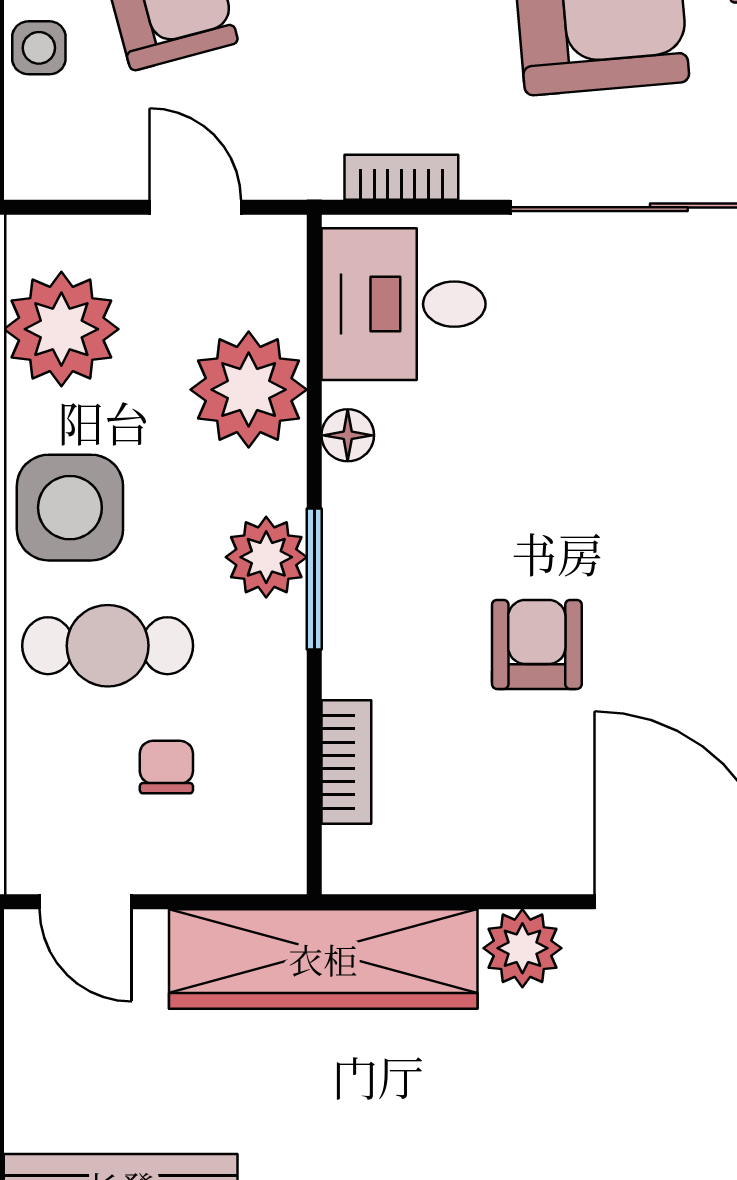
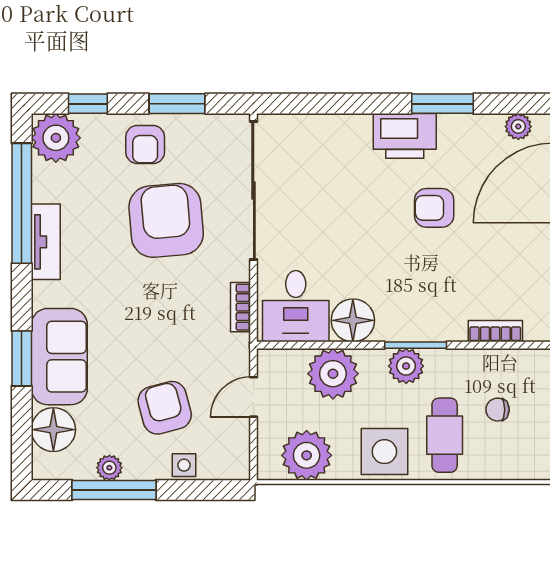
floor lamp: (348, 435) -> (353, 320), width x1.89, depth x1.89
armchair: (537, 644) -> (434, 208), moved

